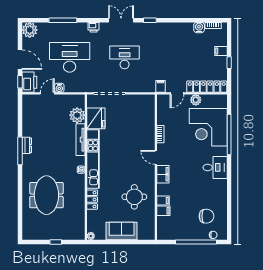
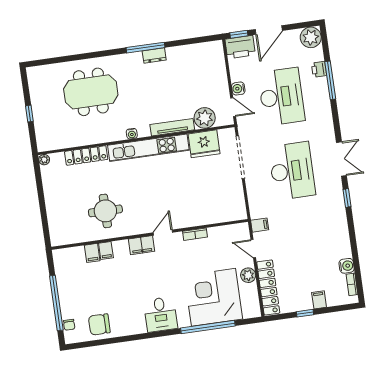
printer: (94, 27) -> (319, 69), moved
desk: (125, 57) -> (292, 171), width x1.36, depth x1.30
door: (47, 93) -> (233, 107), moved
locker: (92, 200) -> (86, 155), width x1.53
chair: (206, 216) -> (99, 324), moved, turned 90
sofa: (122, 231) -> (57, 200), removed

